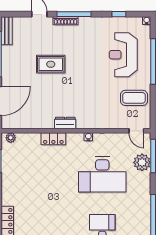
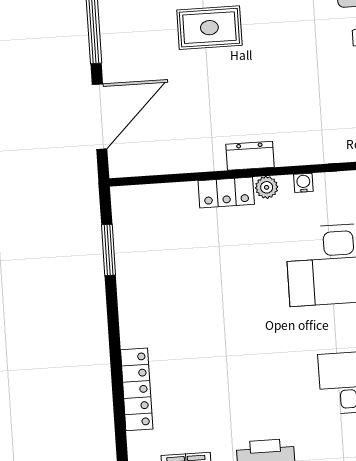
plant: (11, 138) -> (267, 187), moved

